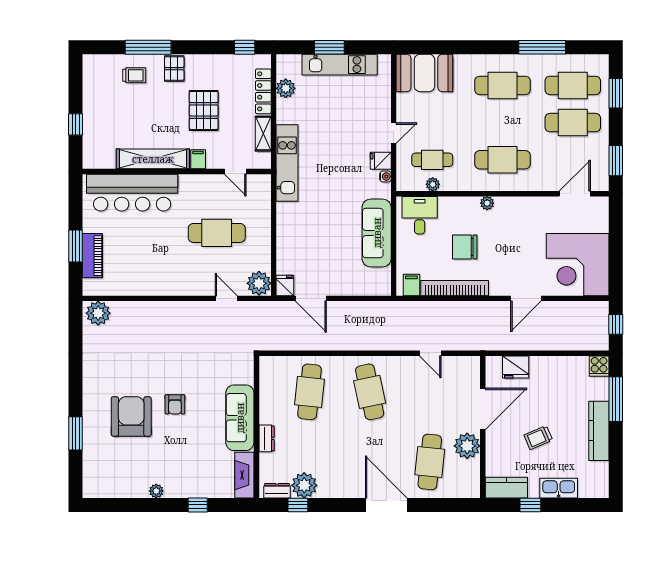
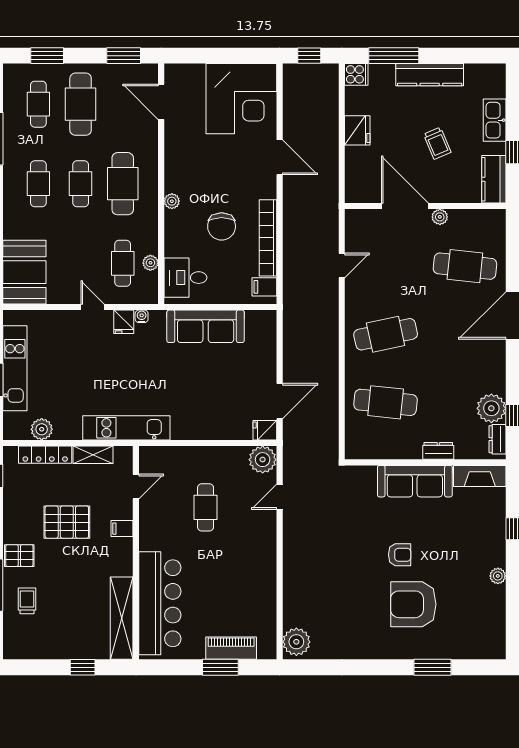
cafe table: (503, 85) -> (38, 184), width x0.73, depth x0.74
cafe table: (573, 85) -> (38, 104), width x0.73, depth x0.74
cafe table: (503, 123) -> (81, 184), added
shelving: (153, 159) -> (122, 618), moved
cafe table: (217, 233) -> (206, 507), width x0.73, depth x0.74
fridge: (516, 367) -> (357, 130), moved
plant: (467, 446) -> (440, 217), width x0.53, depth x0.53

